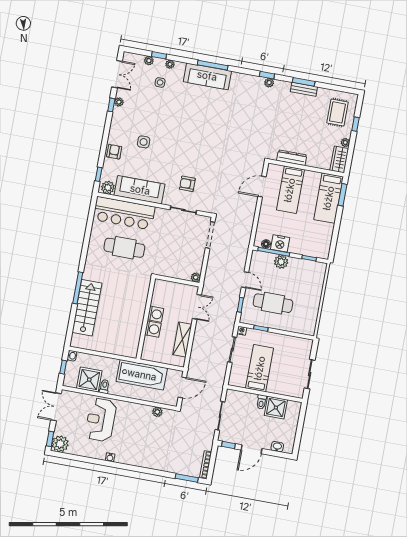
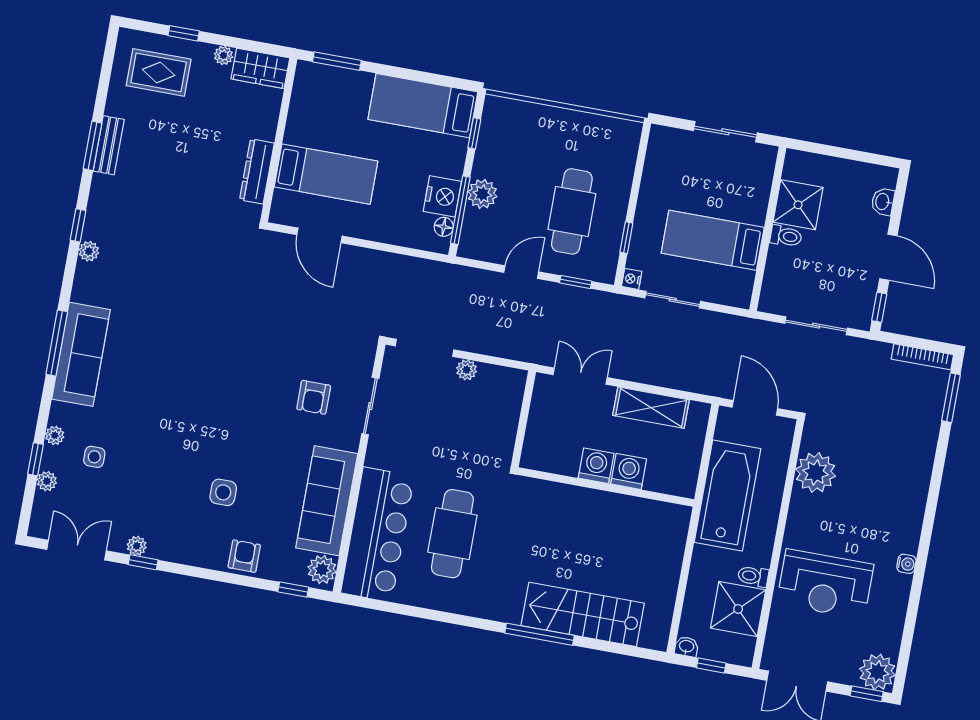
plant: (269, 83) -> (89, 251), moved
armchair: (114, 152) -> (244, 556), turned 90
bed: (329, 198) -> (423, 106), moved, turned 180
plant: (196, 277) -> (467, 370), moved
plant: (157, 412) -> (816, 473), width x1.88, depth x1.88

